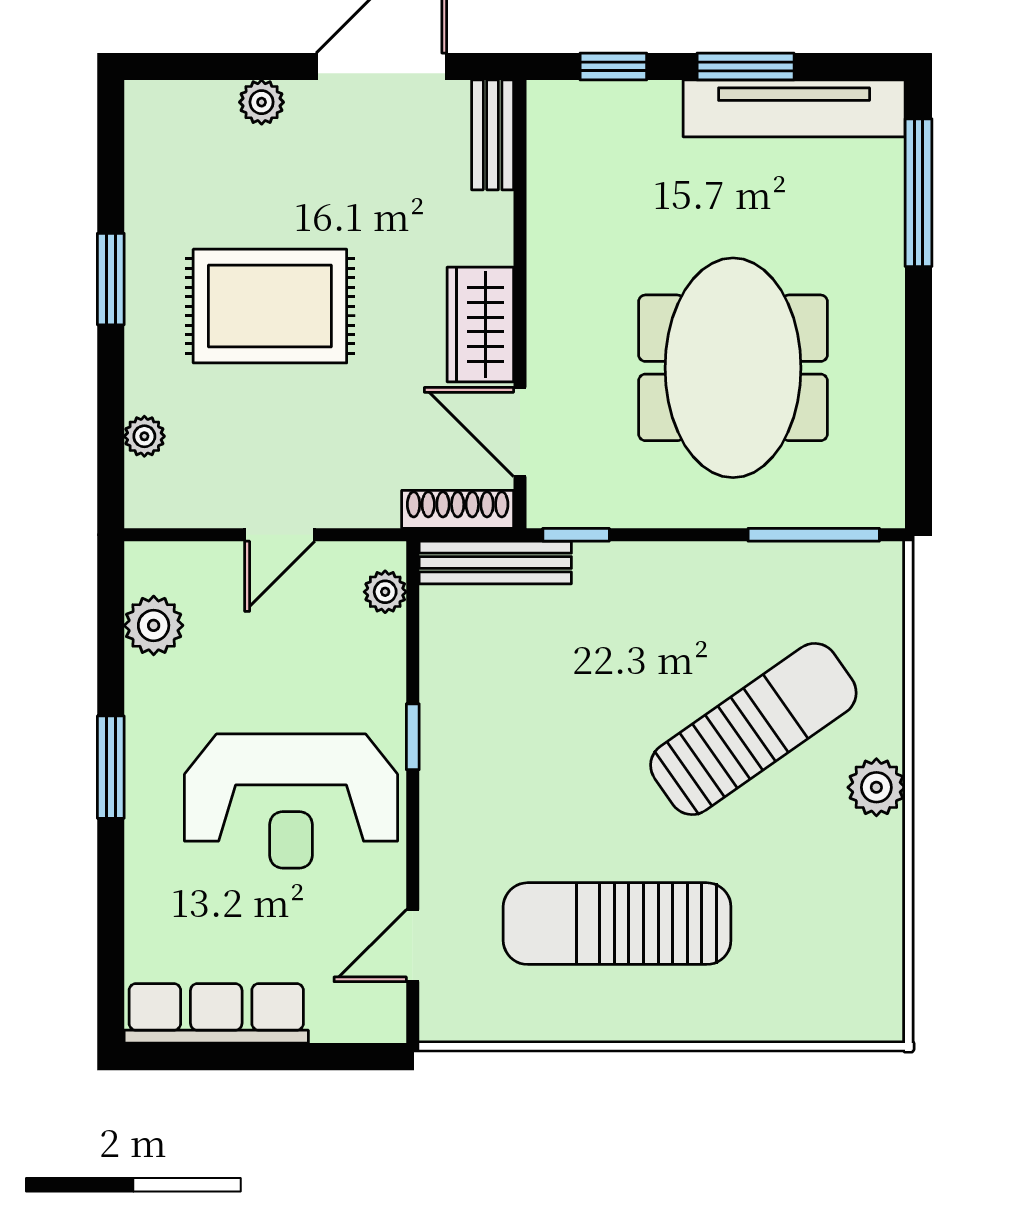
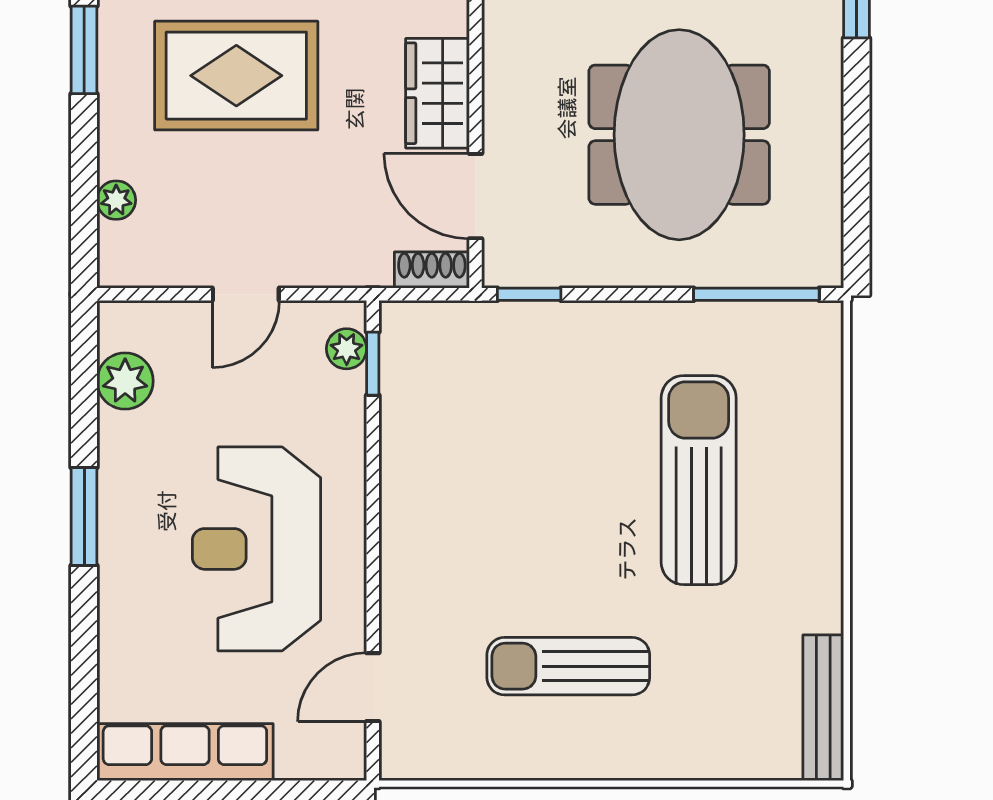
shoe rack: (458, 509) -> (432, 270), width x0.70
bench: (495, 563) -> (823, 708), moved, turned 90
sun lounger: (753, 729) -> (699, 480), turned -55
window: (413, 737) -> (373, 364), moved
plant: (876, 787) -> (816, 536), removed
reception desk: (291, 801) -> (256, 549), turned 90
sun lounger: (617, 924) -> (568, 666), width x0.73, depth x0.75

